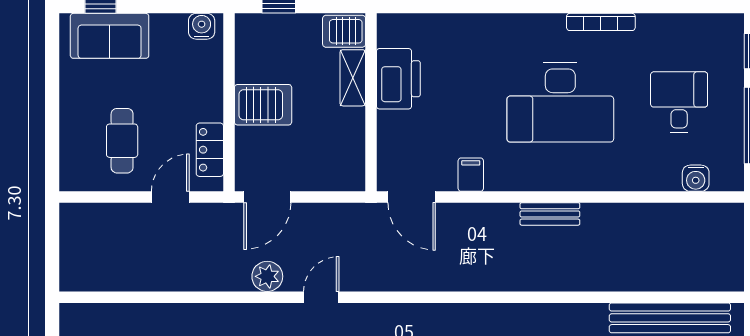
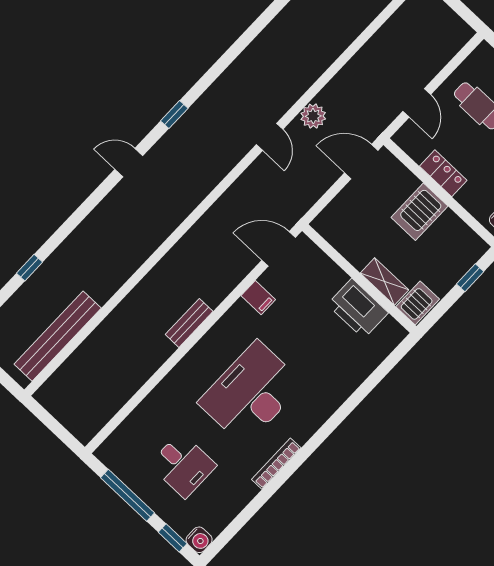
locker: (210, 150) -> (443, 173), moved
water cooler: (696, 178) -> (199, 540), moved, turned 180
door: (267, 197) -> (361, 162), hinge flipped

